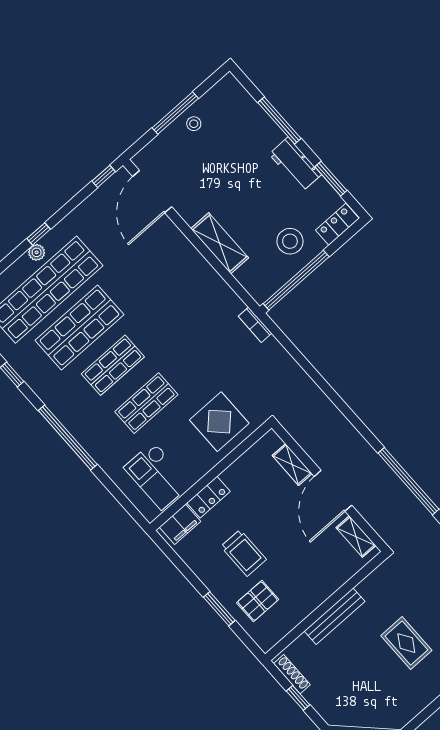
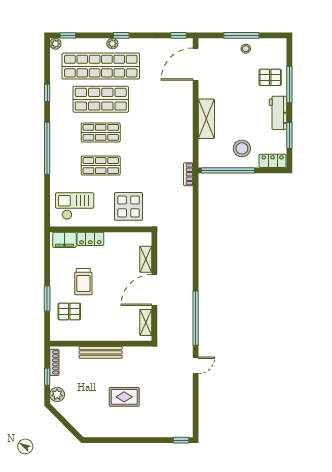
pallet: (250, 132) -> (270, 77), added
checkout: (157, 476) -> (75, 206), turned 90
rug: (406, 643) -> (124, 397), turned 90
plant: (327, 708) -> (57, 395), added

